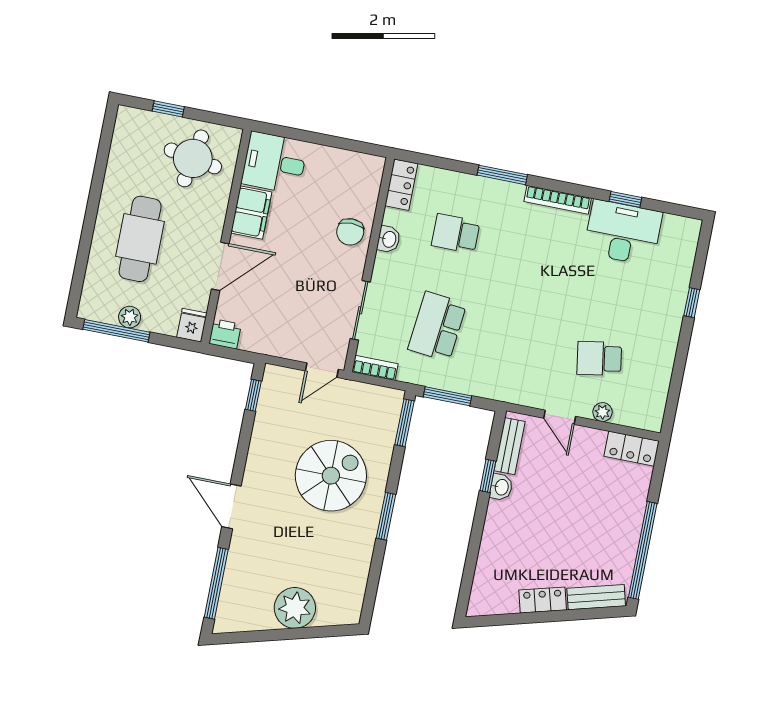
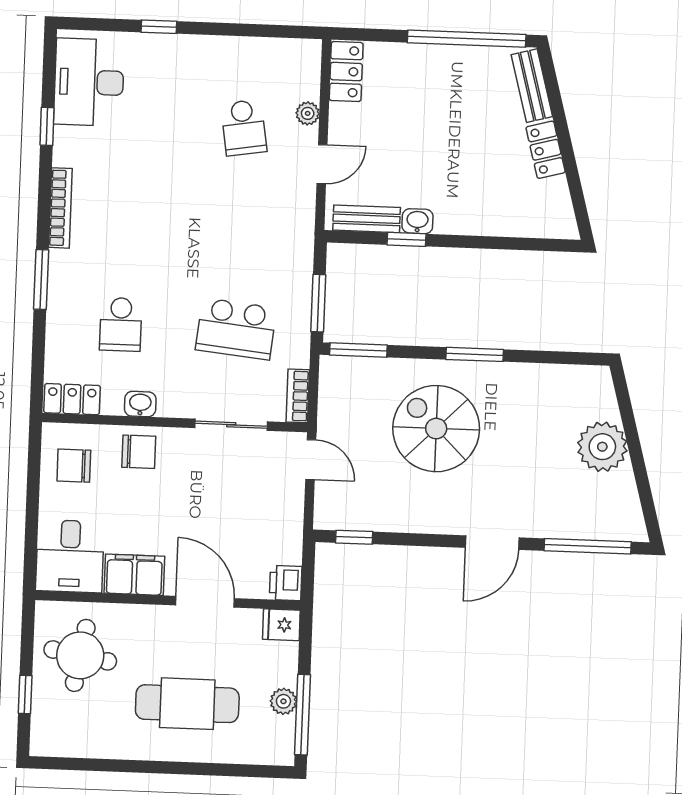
chair: (347, 178) -> (74, 466), added
desk: (623, 233) -> (89, 82), moved

